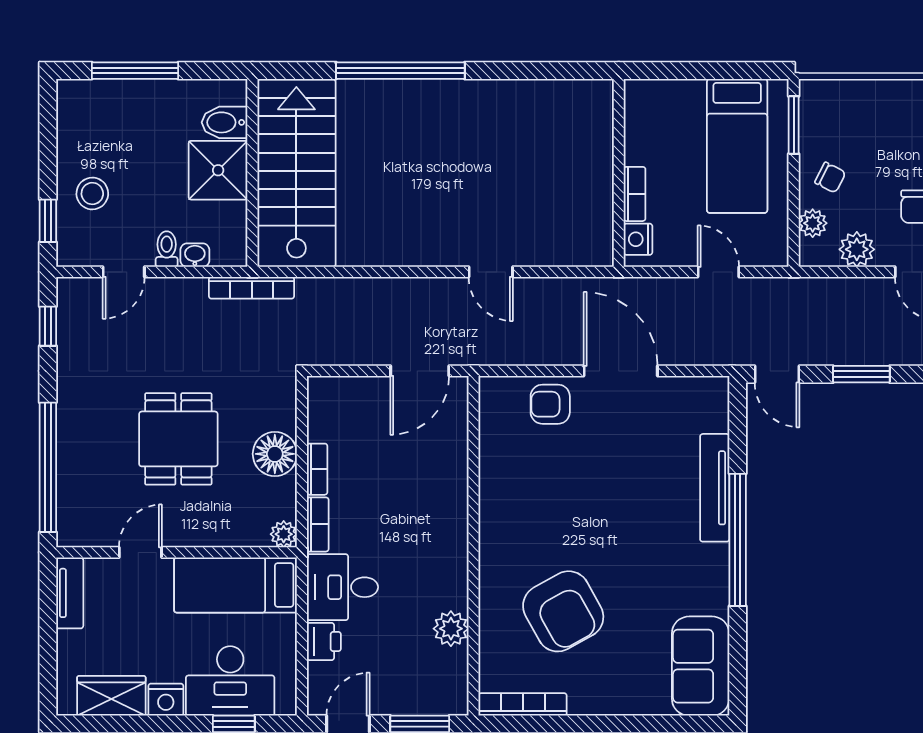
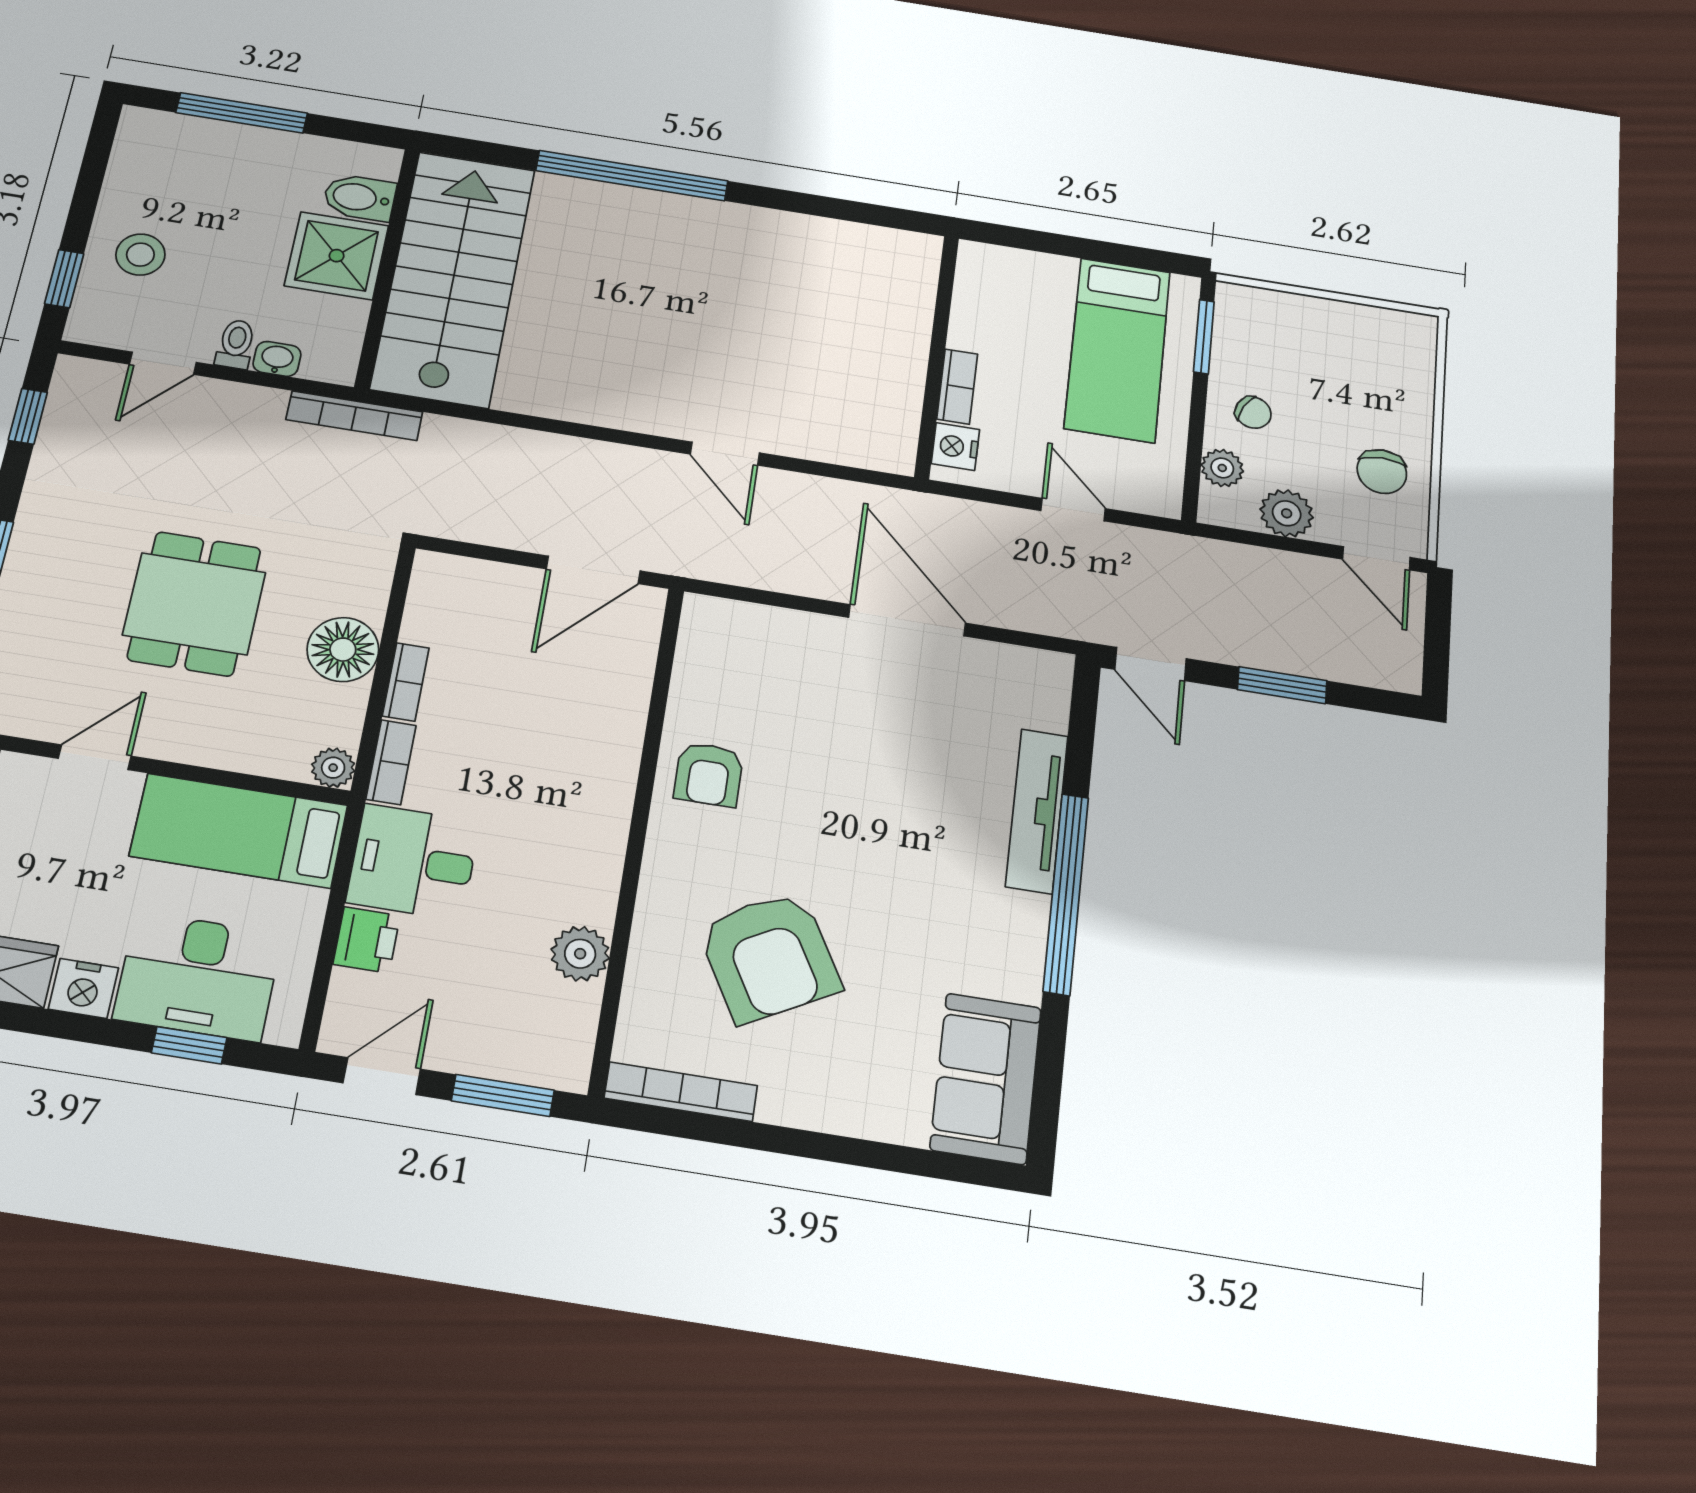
armchair: (550, 404) -> (709, 774), moved, turned -90

